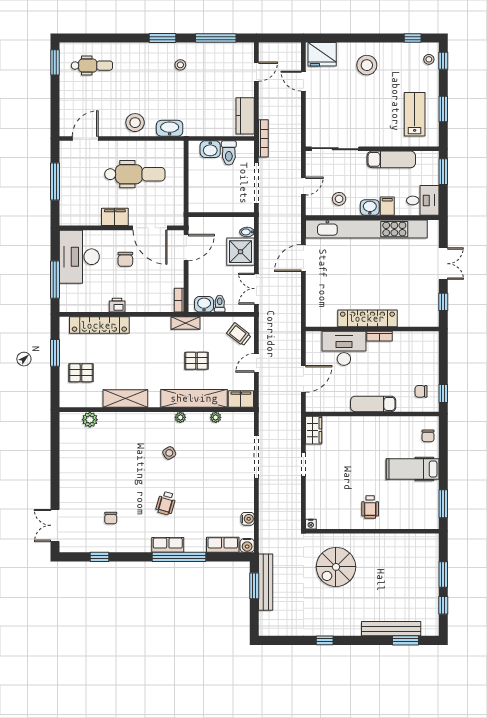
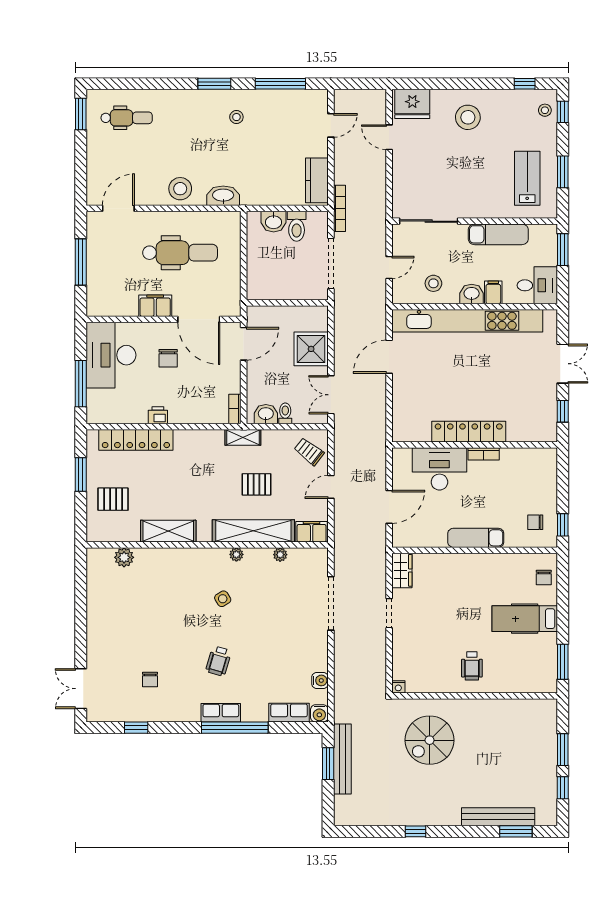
bidet: (247, 232) -> (319, 324), removed

